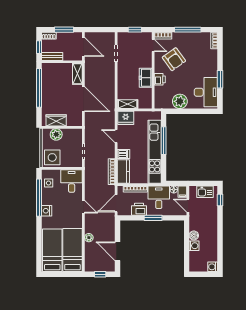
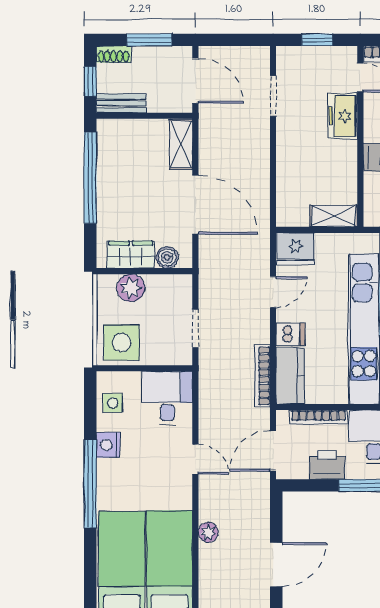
freezer: (146, 78) -> (343, 116), moved
shelving: (128, 104) -> (334, 216), moved
boiler: (71, 122) -> (167, 257), added
door: (116, 136) -> (273, 292), swing flipped
window: (39, 198) -> (90, 484), moved
nightstand: (47, 211) -> (108, 445), moved
door: (118, 251) -> (276, 565), swing flipped

